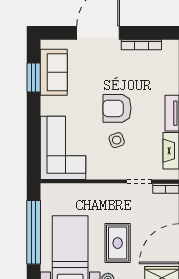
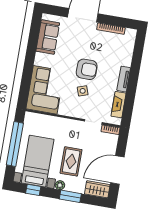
window: (34, 77) -> (33, 38), removed
armchair: (117, 108) -> (87, 69), turned 180

